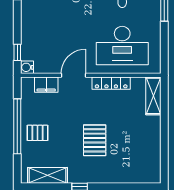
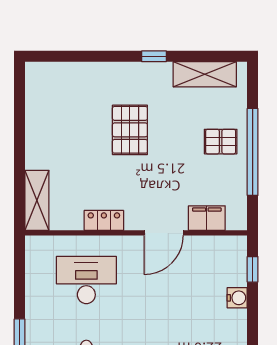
desk: (122, 46) -> (86, 280), width x0.73, depth x0.77
water cooler: (27, 67) -> (237, 298), moved
locker: (111, 83) -> (104, 220), width x0.66

